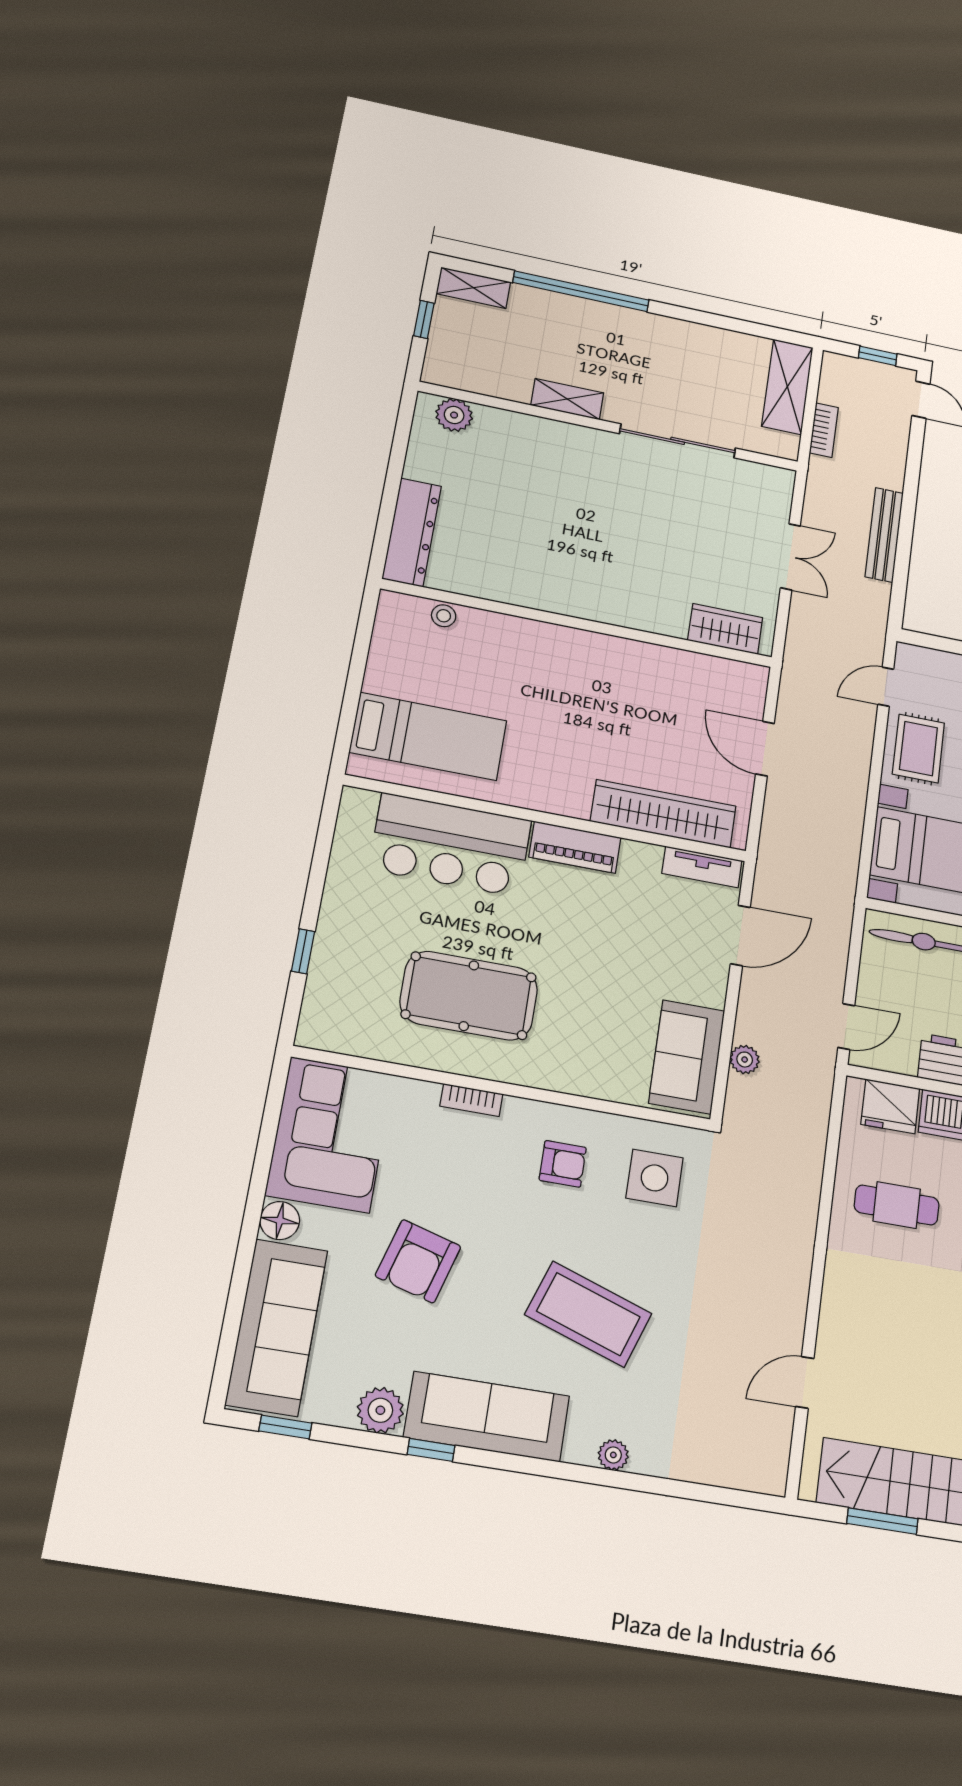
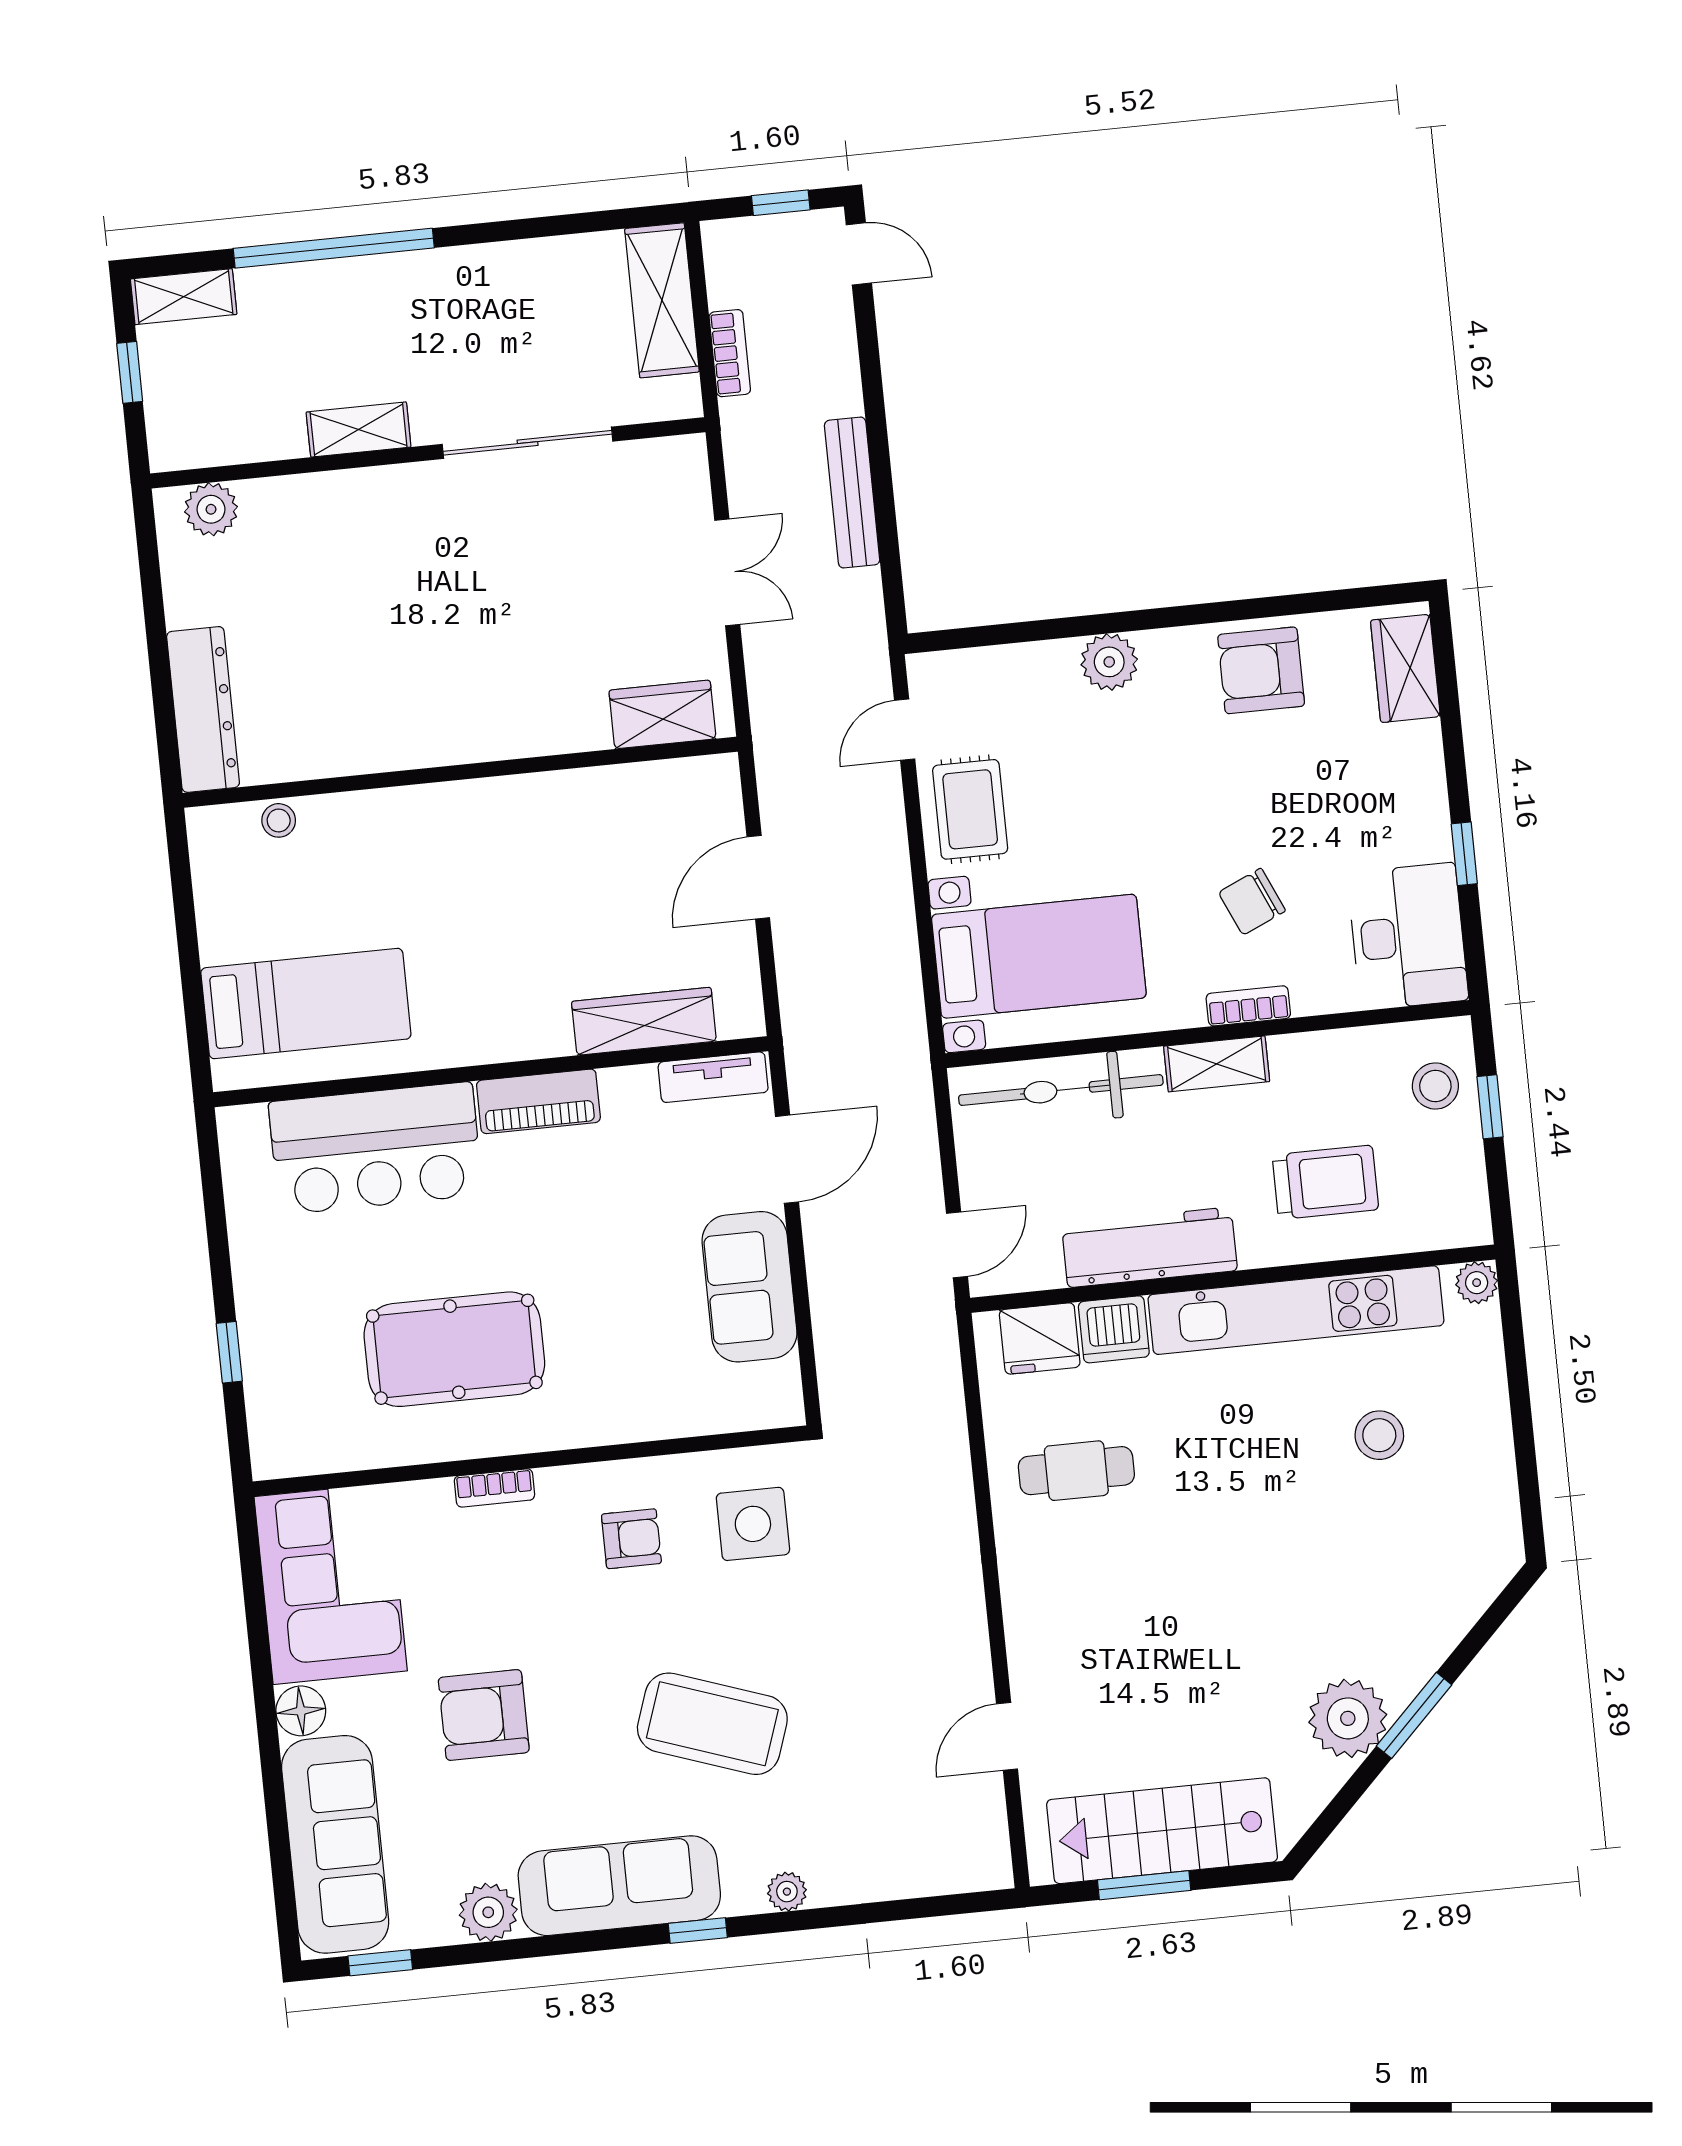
door: (765, 749) -> (758, 877), hinge flipped
wardrobe: (663, 814) -> (644, 1021), width x0.71, depth x0.85
sofa: (687, 1057) -> (750, 1287), moved
plant: (745, 1060) -> (832, 1331), removed
armchair: (418, 1261) -> (484, 1715), turned 74
window: (431, 1450) -> (698, 1930), moved

